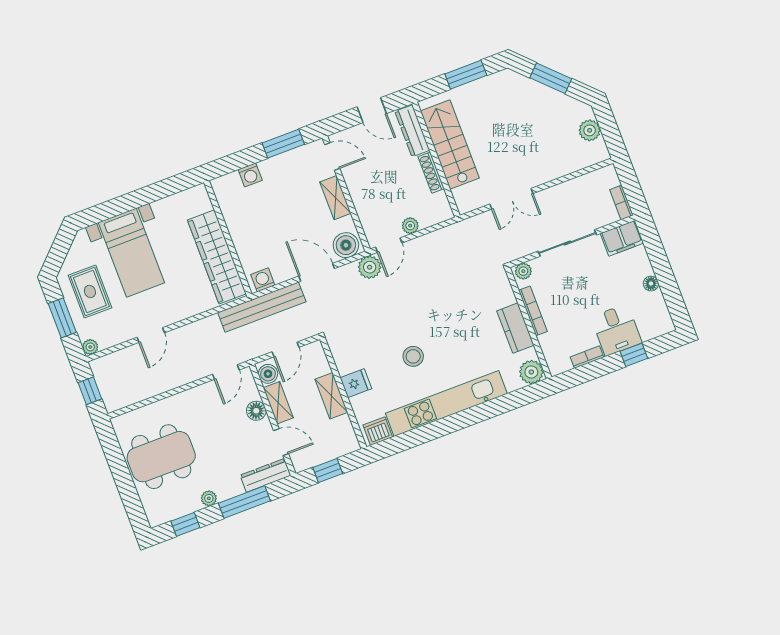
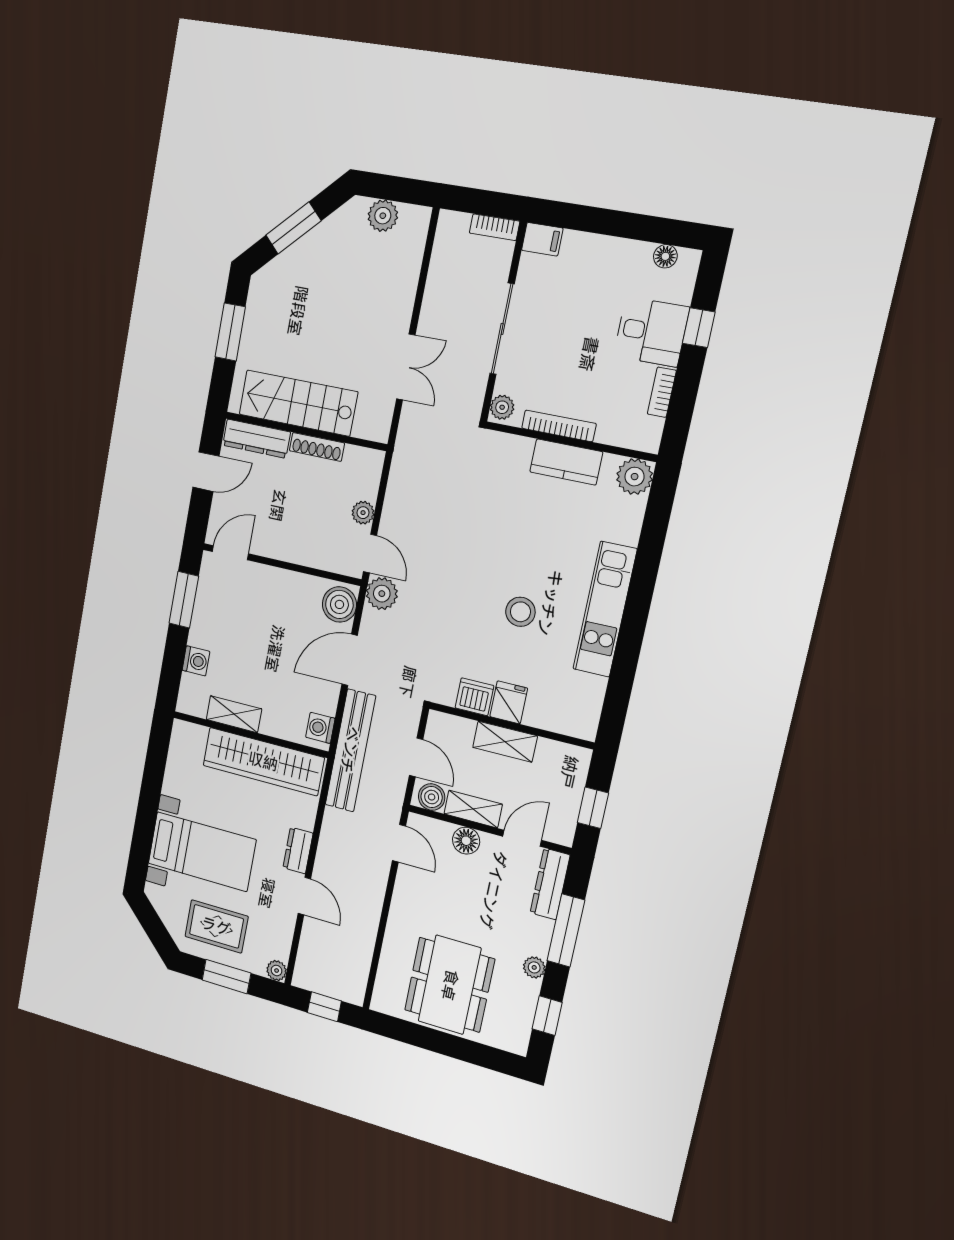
shelving: (335, 198) -> (234, 714), moved
filing cabinet: (622, 238) -> (542, 239), width x0.50
floor lamp: (651, 284) -> (665, 256), moved
dresser: (177, 313) -> (298, 850), added
kitchen unit: (446, 404) -> (605, 609), width x0.73
dishwasher: (378, 431) -> (474, 697), moved, turned 90

